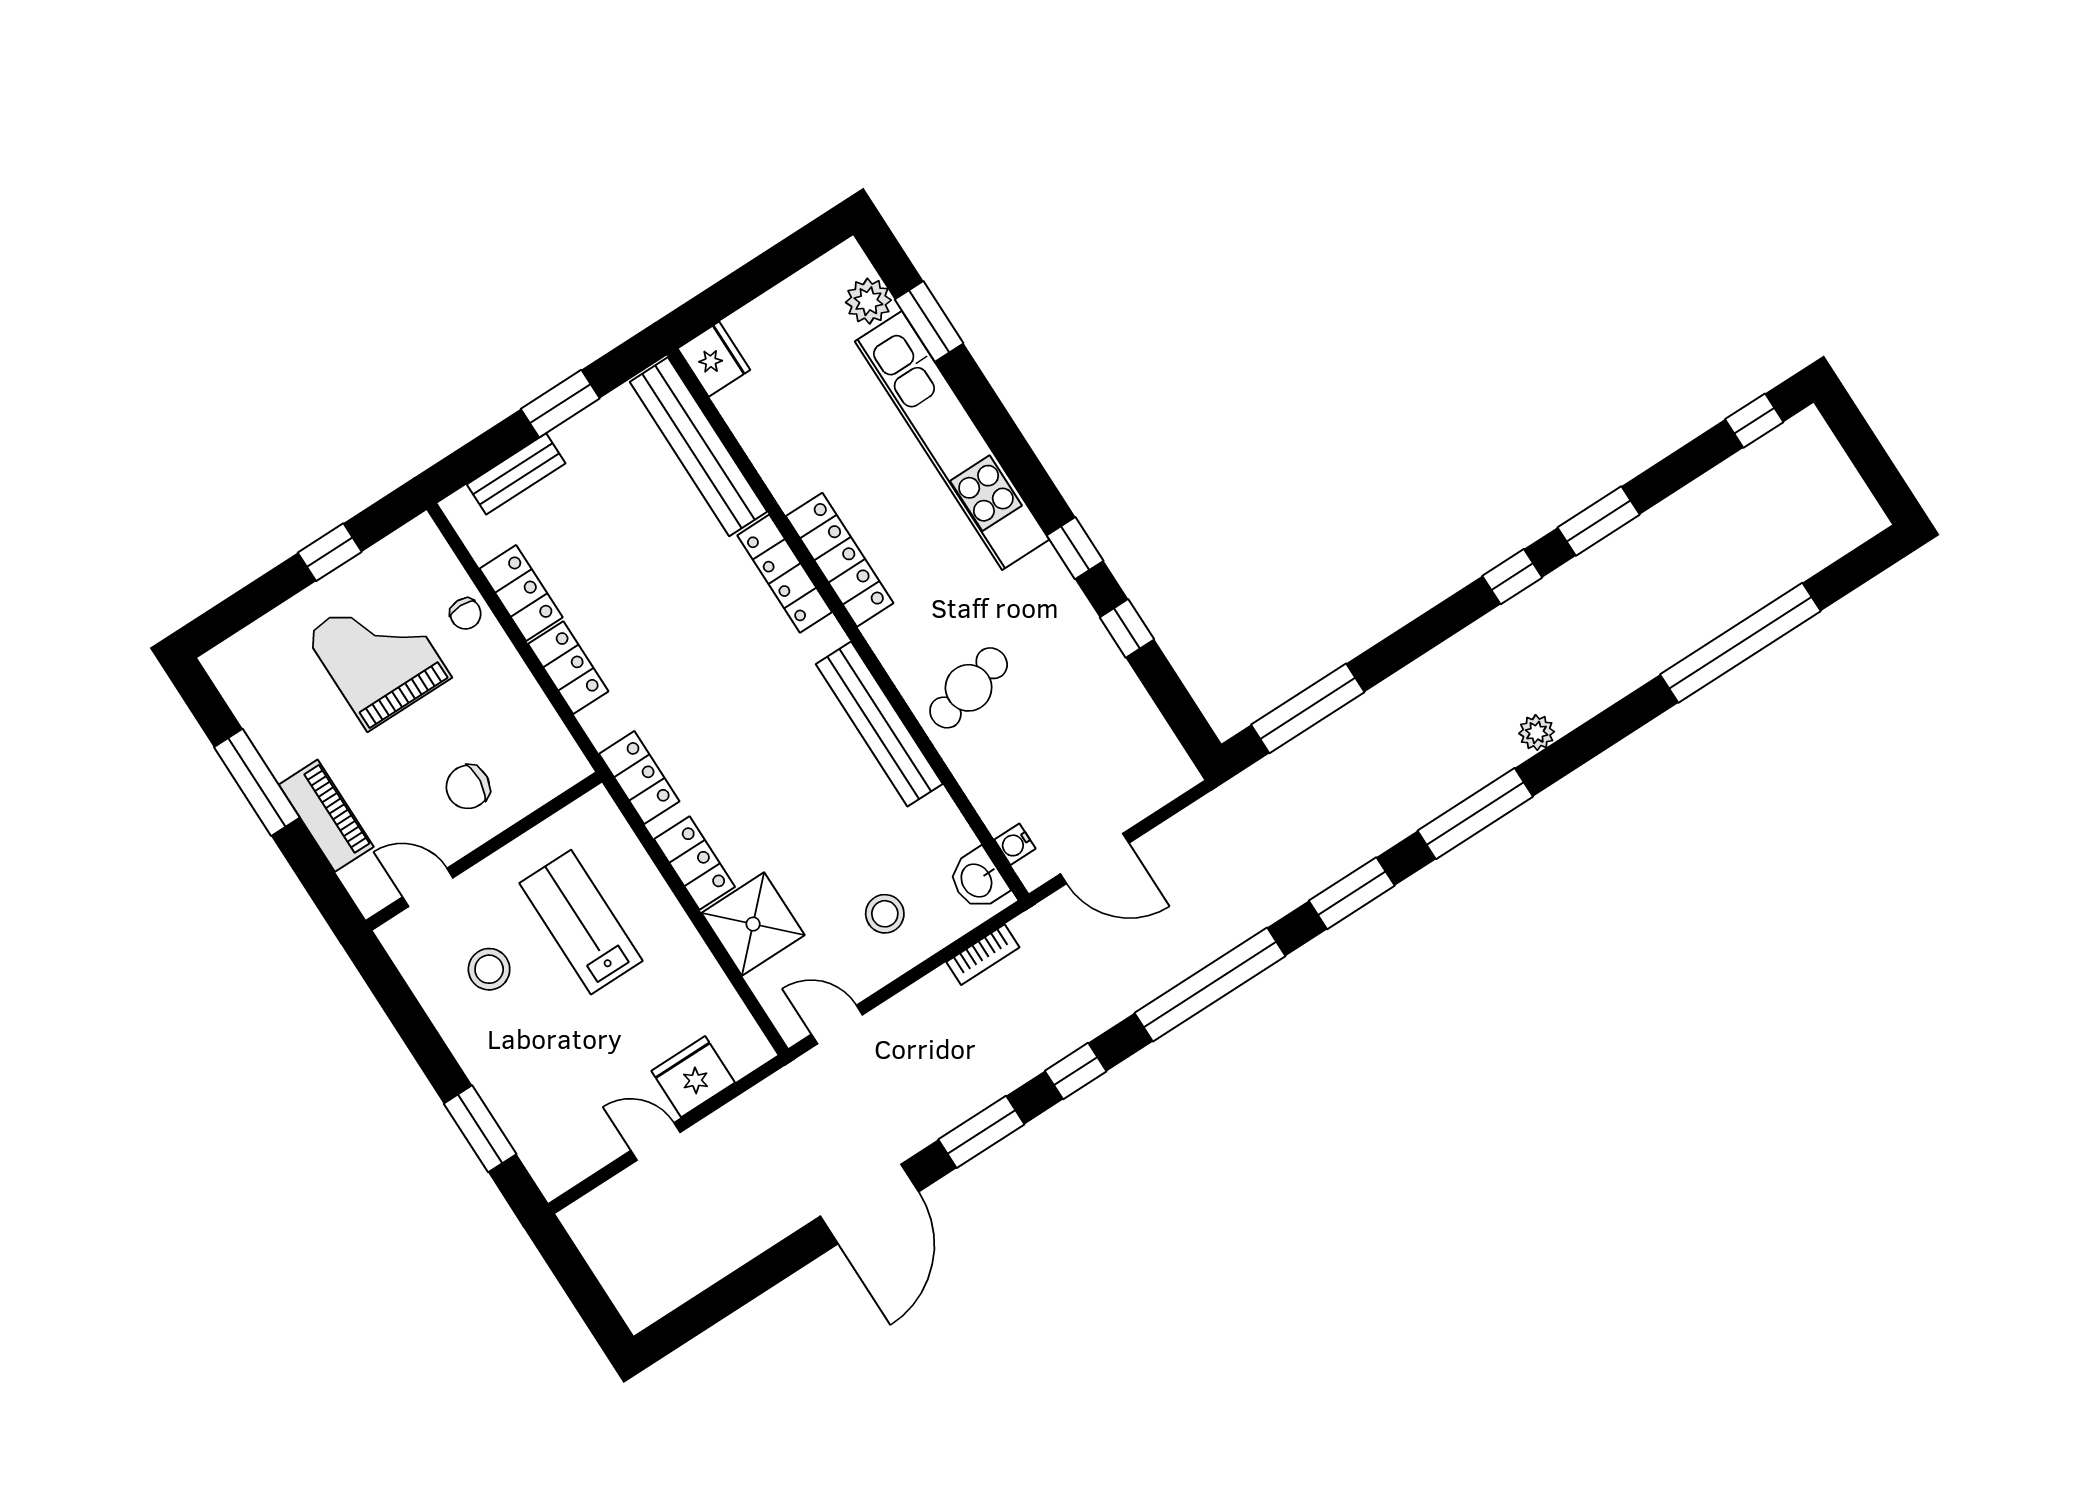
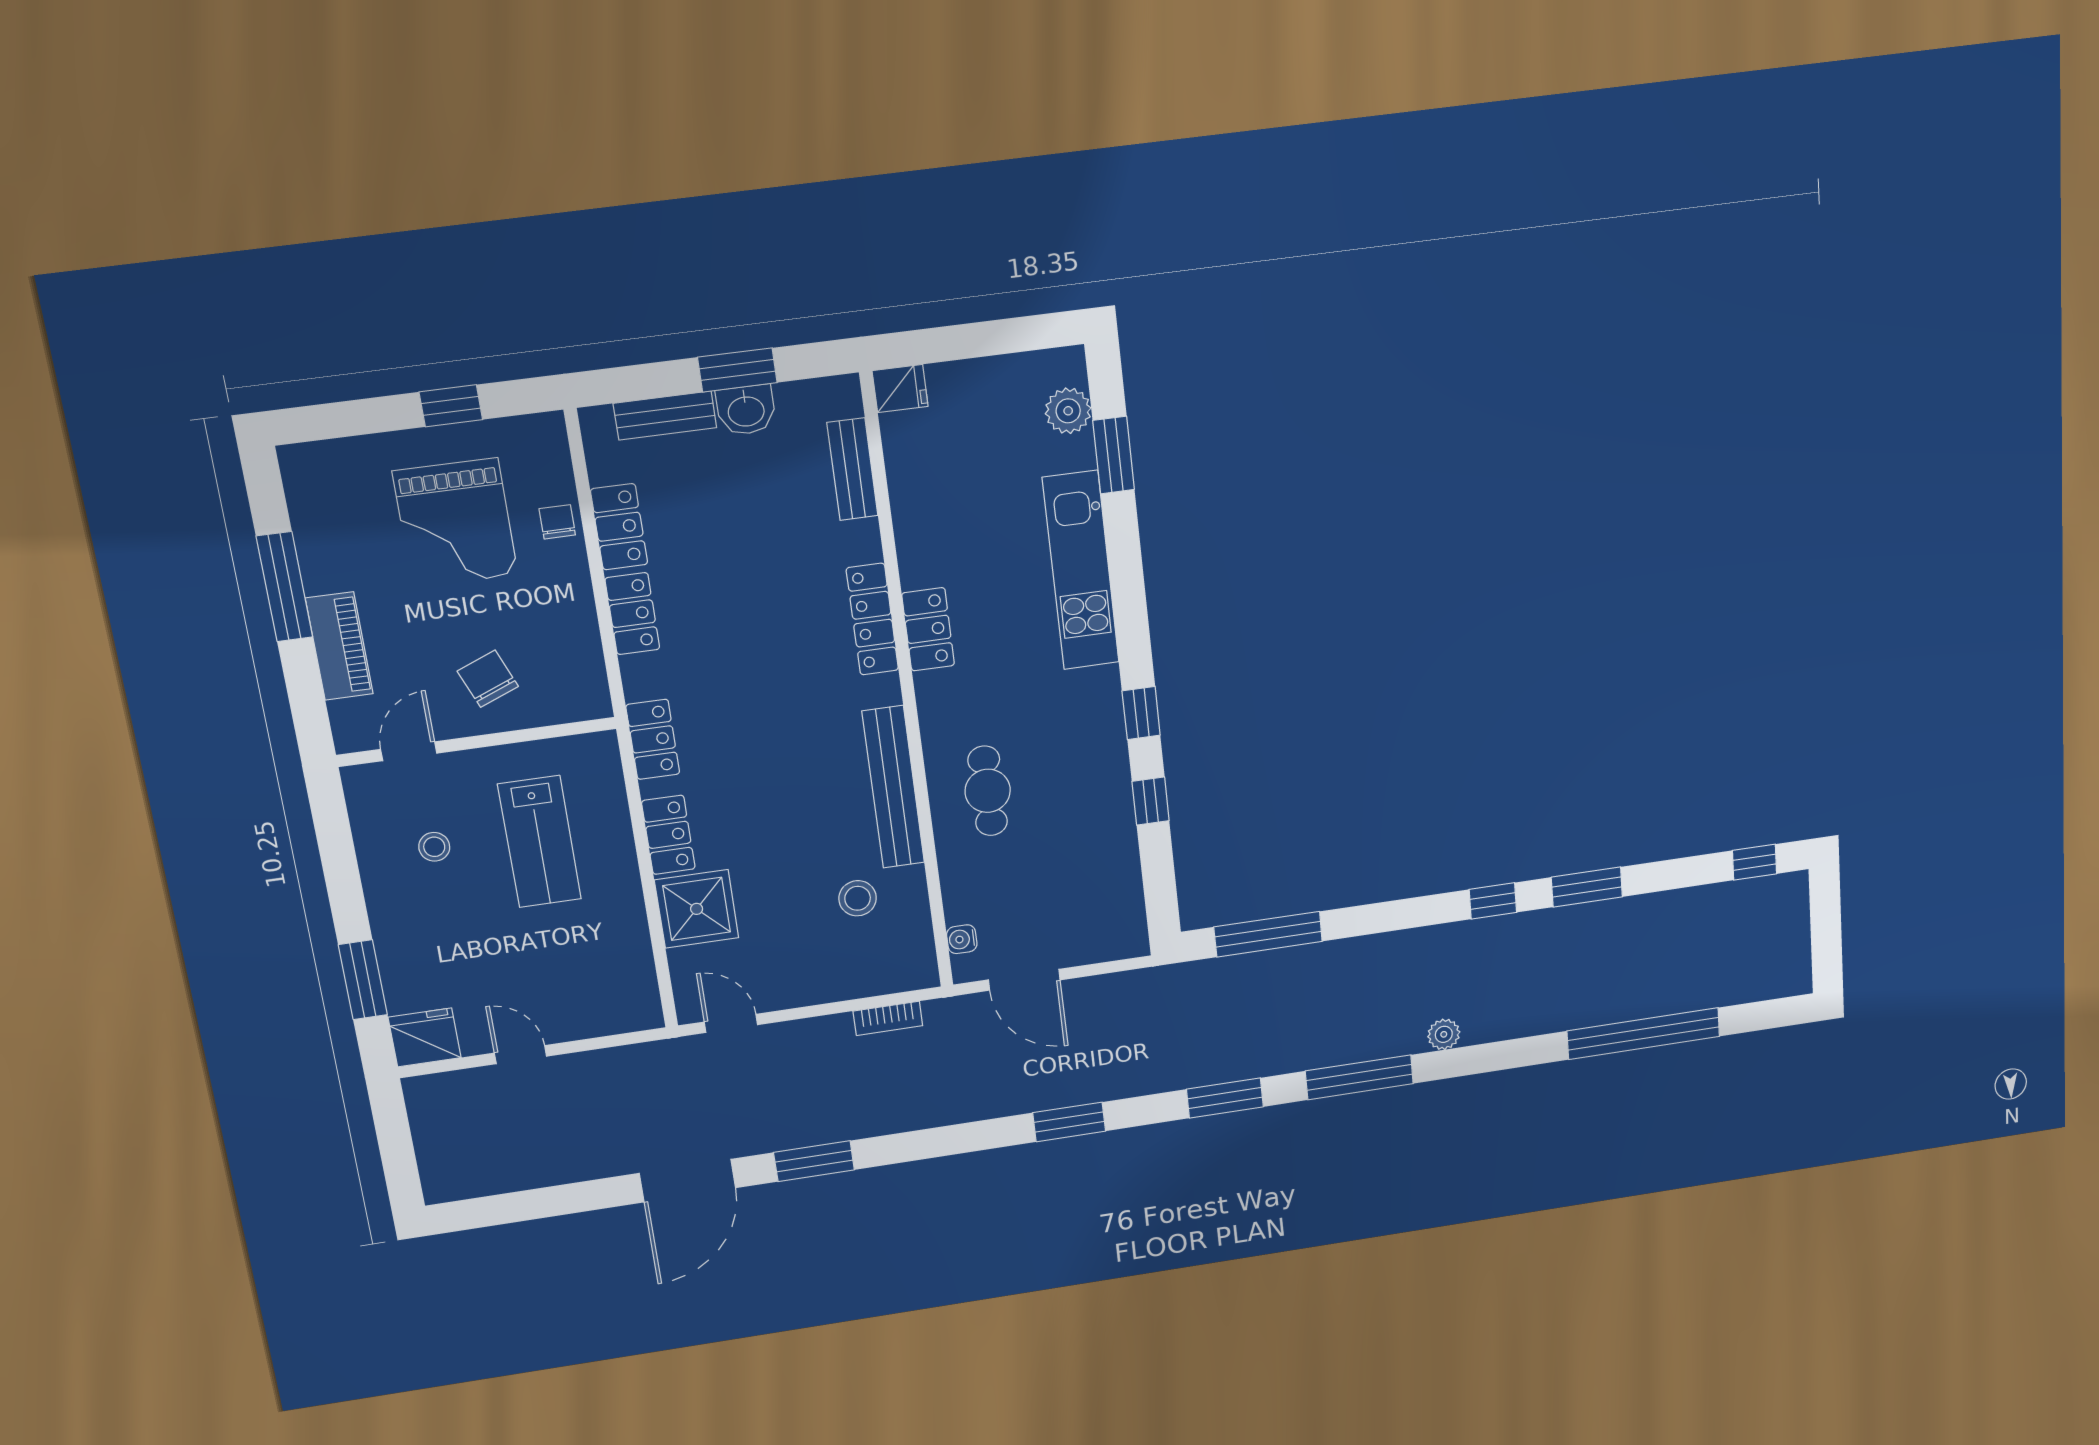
fridge: (714, 359) -> (900, 389), width x0.72
kitchen unit: (952, 441) -> (1081, 570), width x0.73
bench: (698, 447) -> (852, 469), width x0.54, depth x0.82
locker: (840, 560) -> (928, 629), width x0.66
chair: (466, 614) -> (557, 522), turned 180
grand piano: (378, 656) -> (455, 523), turned 180
cafe table: (969, 688) -> (988, 791), turned -76
chair: (468, 787) -> (488, 679), turned 63
washbasin: (978, 880) -> (746, 410), moved, turned -90
door: (428, 887) -> (409, 751), hinge flipped
stool: (885, 914) -> (858, 898), moved
lab bench: (581, 922) -> (540, 842), turned 180
stool: (489, 969) -> (434, 847), width x0.73, depth x0.73
window: (1210, 985) -> (1069, 1122), width x0.47
window: (1076, 1071) -> (920, 1145), removed
fridge: (693, 1077) -> (425, 1037), moved

